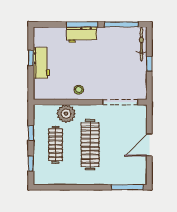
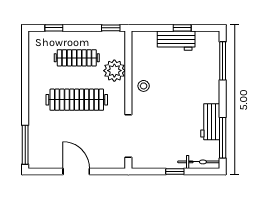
window: (82, 24) -> (223, 61), moved
workbench: (82, 35) -> (210, 122), moved
window: (31, 133) -> (111, 28), moved

